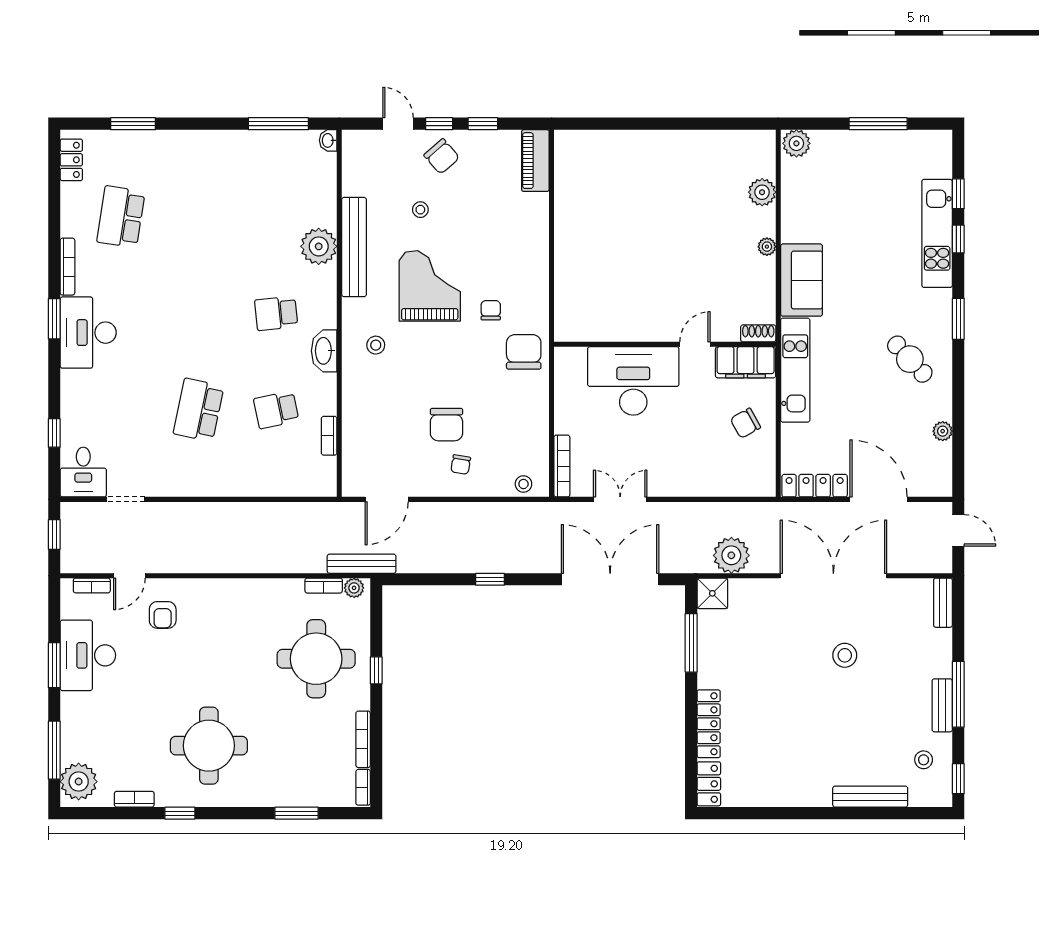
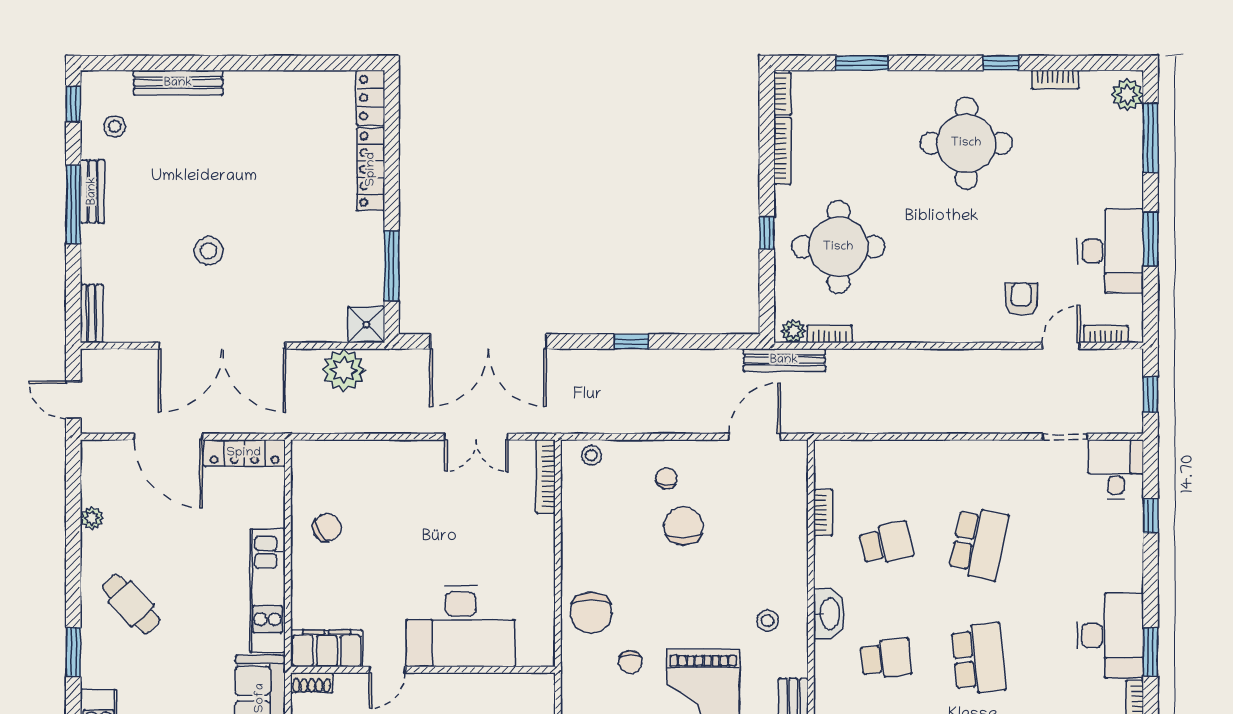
school desk: (199, 313) -> (979, 658), added
shoe rack: (758, 333) -> (312, 683), moved
wall: (665, 344) -> (423, 670), moved
door: (695, 344) -> (387, 670), moved
filing cabinet: (746, 362) -> (327, 648), moved
desk: (633, 381) -> (461, 626), moved
plant: (79, 782) -> (1127, 95), width x0.73, depth x0.73

